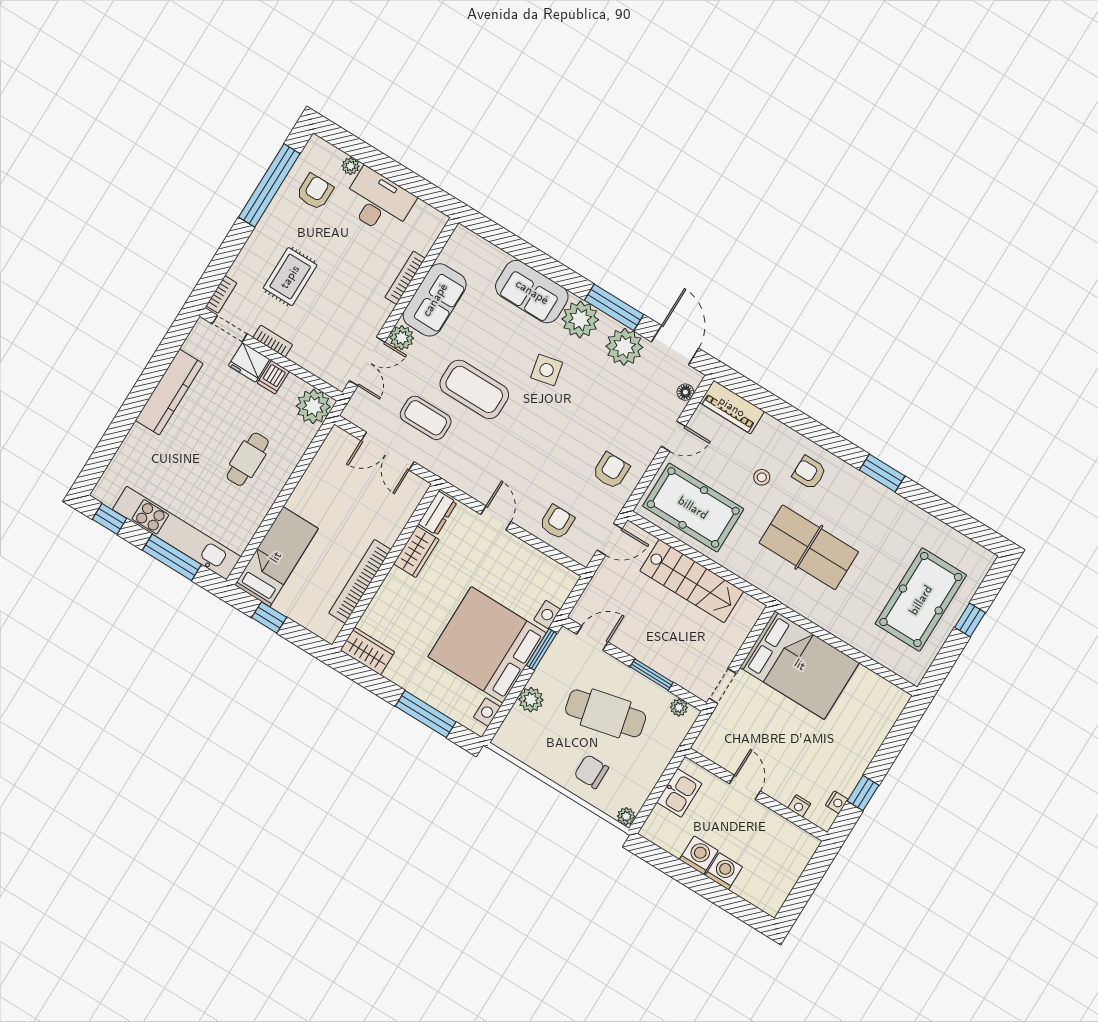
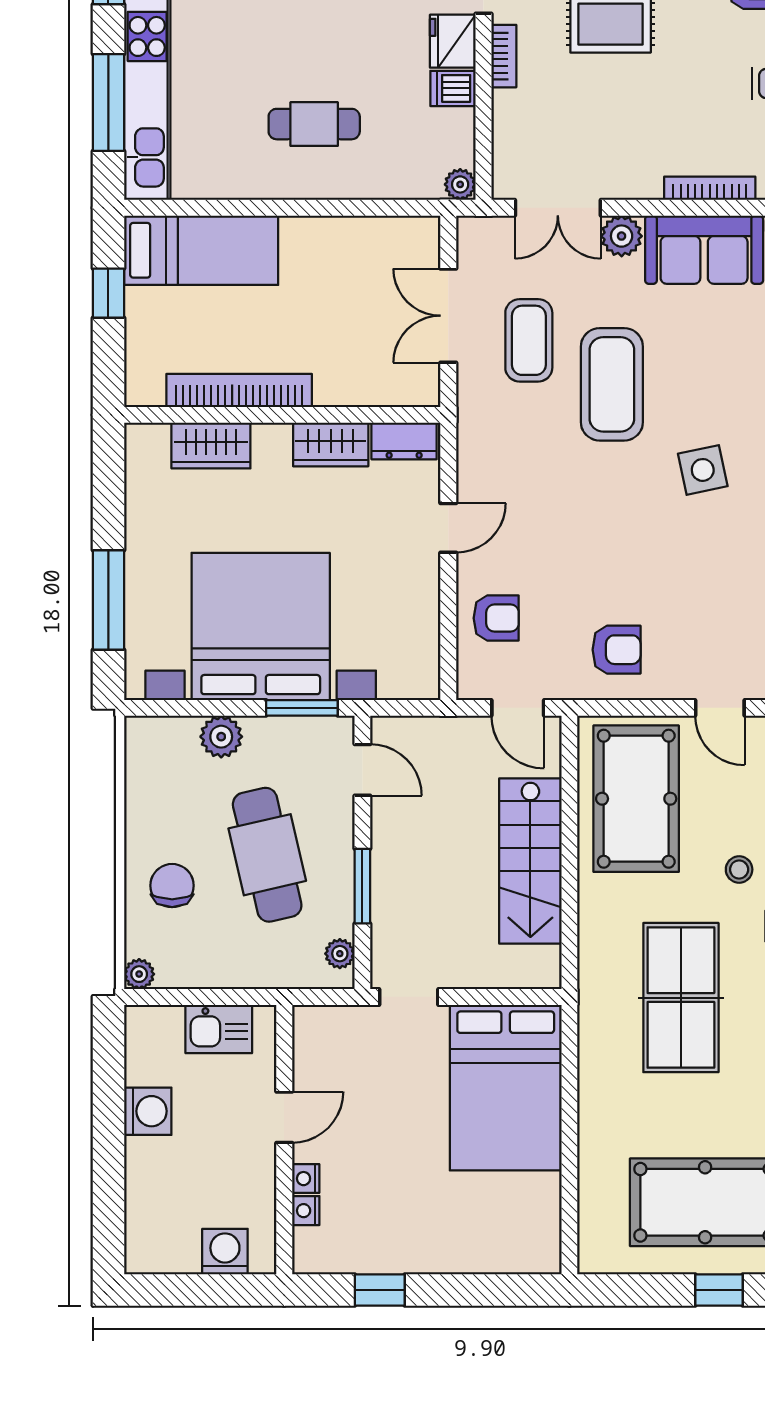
plant: (313, 406) -> (460, 184), width x0.53, depth x0.53
wardrobe: (367, 651) -> (211, 446), moved, turned 90
nightstand: (837, 802) -> (306, 1179), moved, turned 90
washing machine: (724, 871) -> (225, 1252), moved, turned -90

